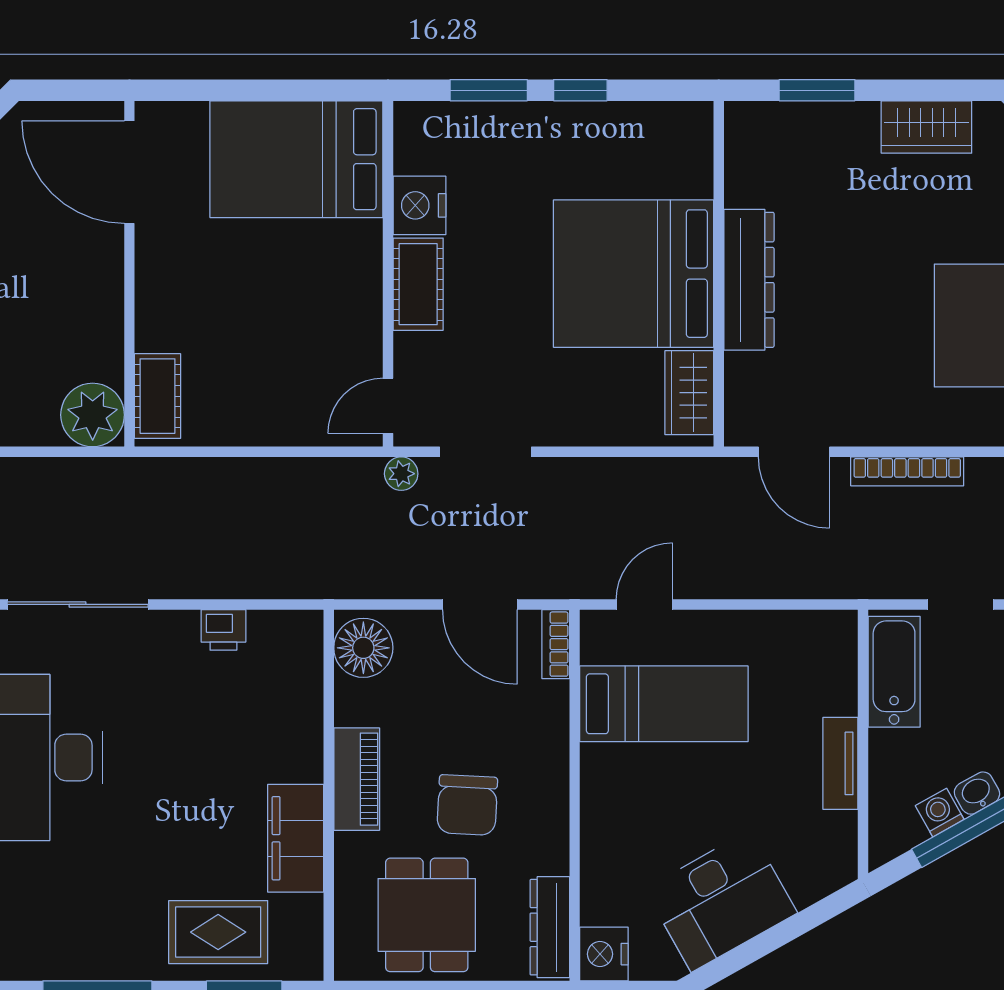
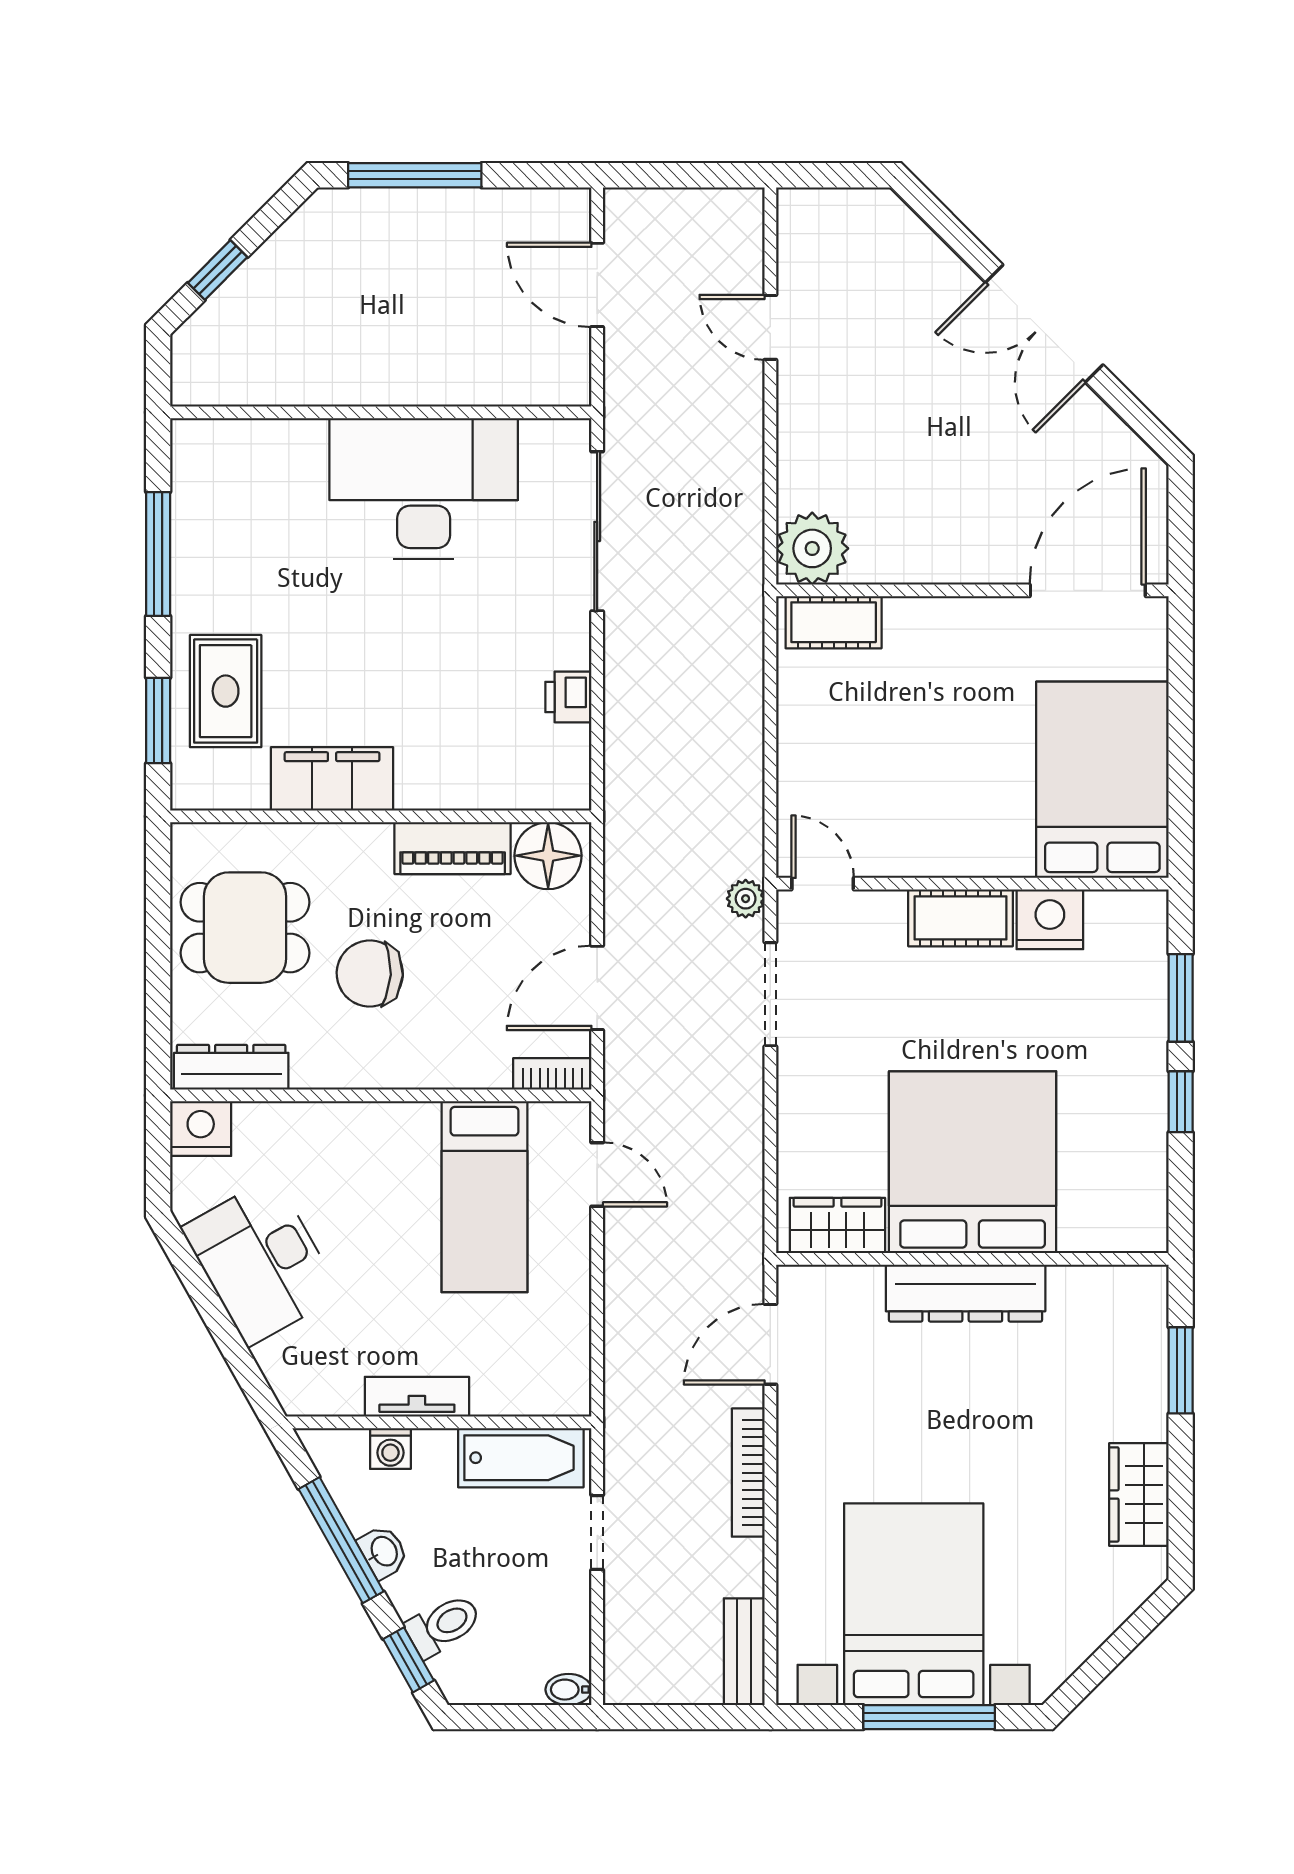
piano: (357, 779) -> (453, 848), moved
washing machine: (940, 813) -> (390, 1449), moved, turned 119

